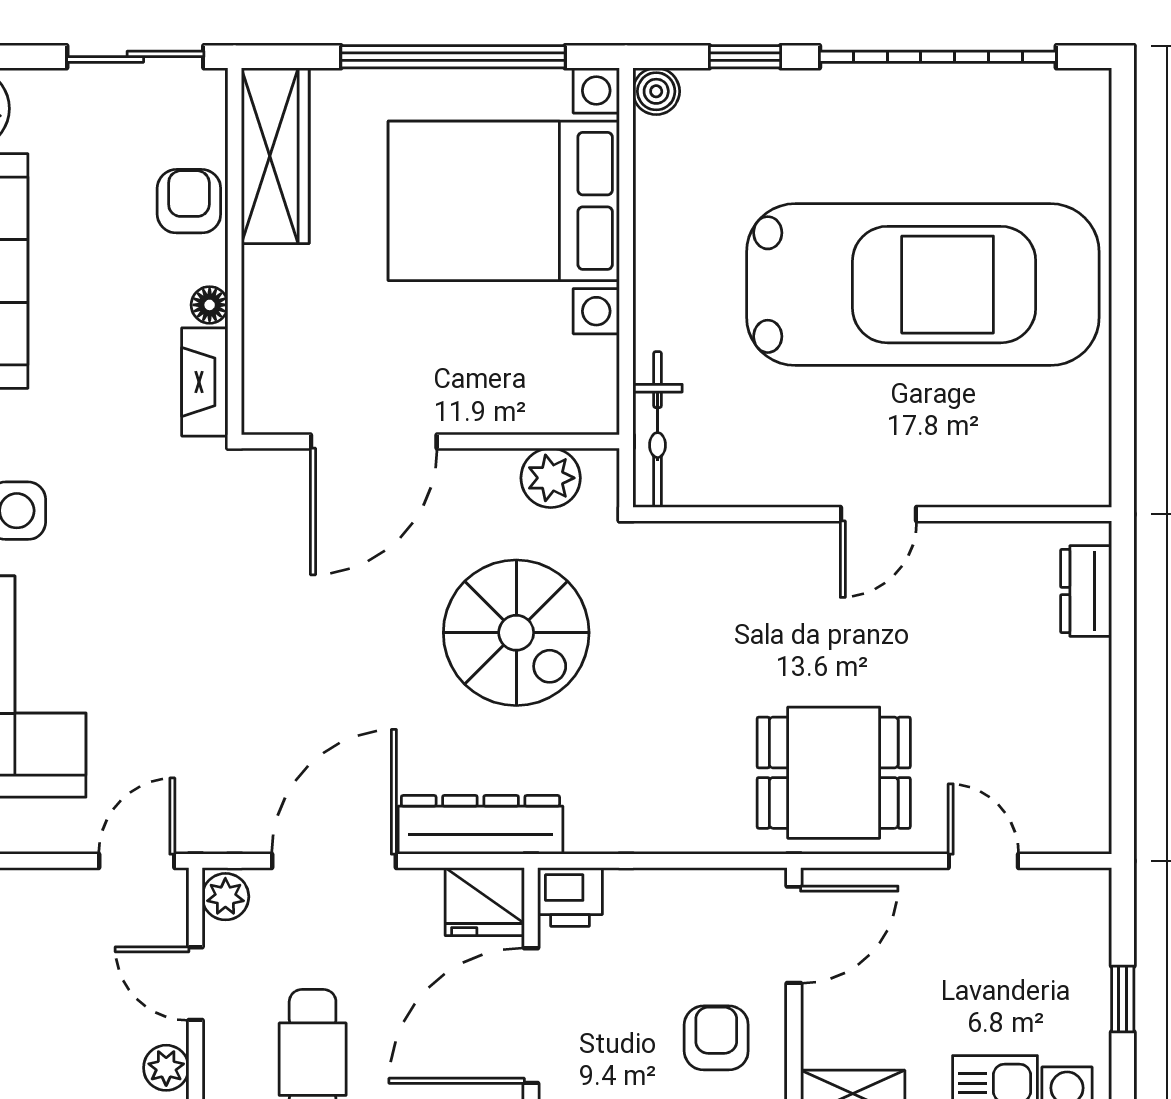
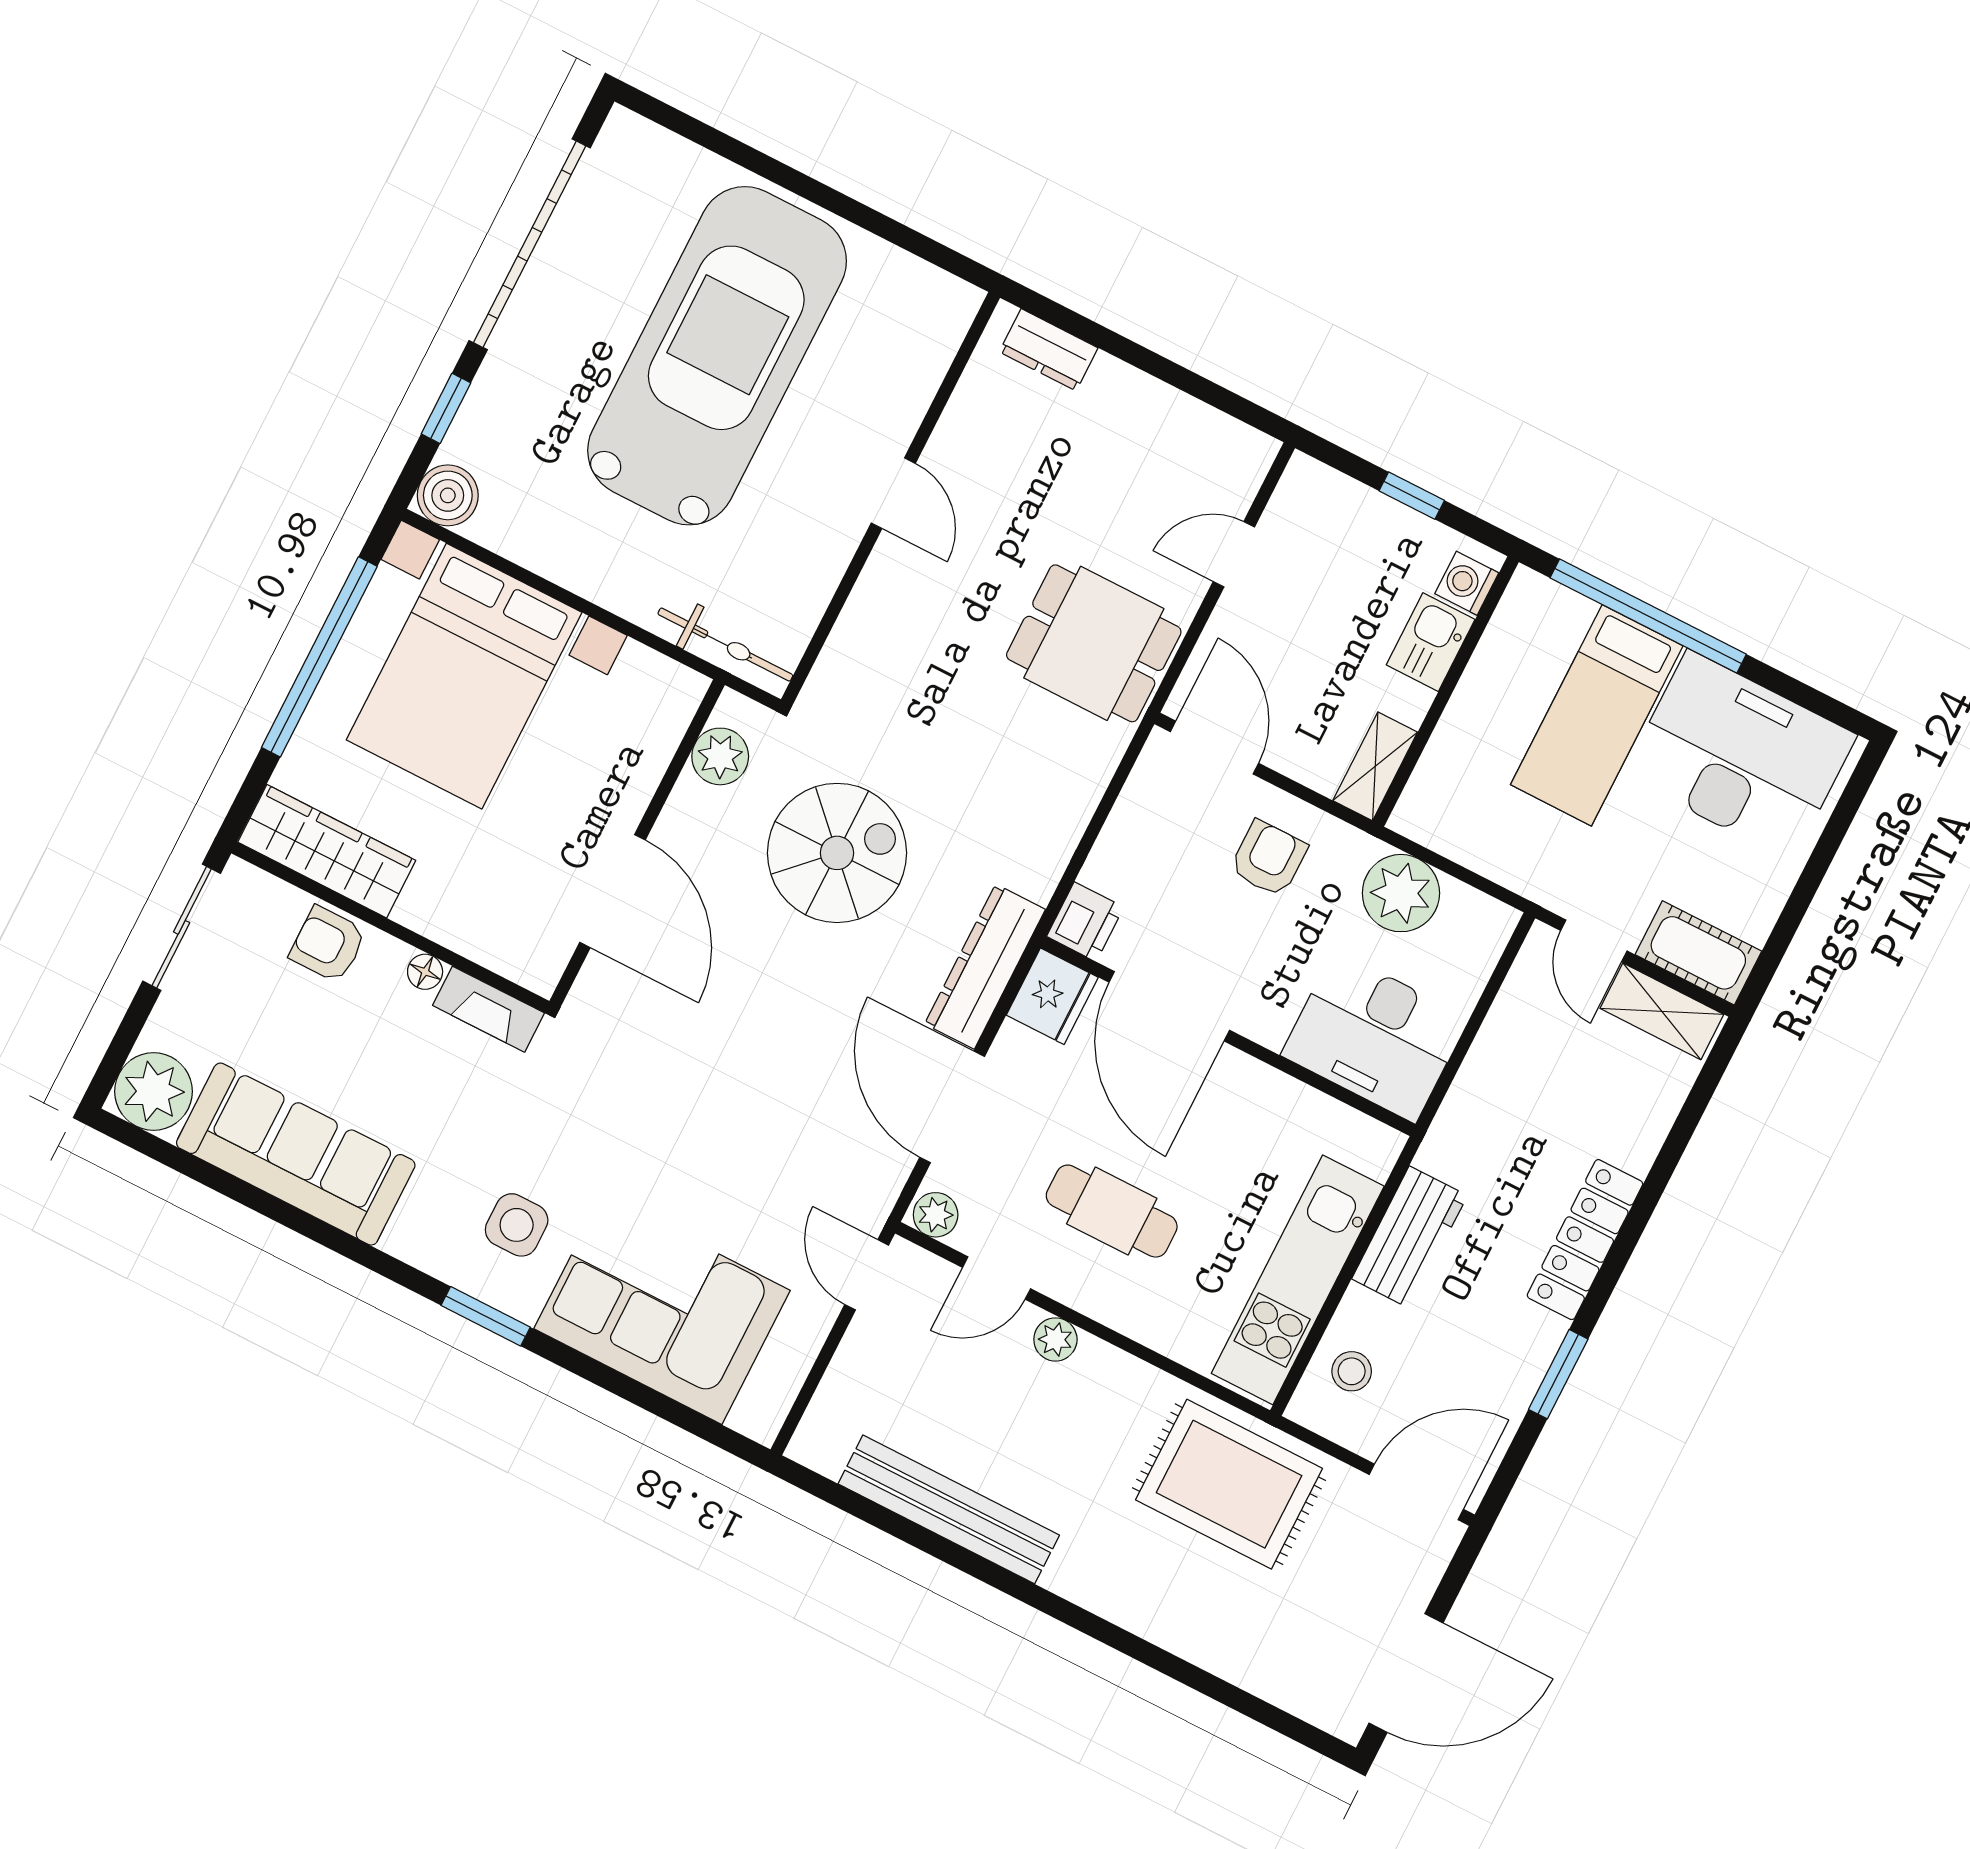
boiler: (656, 91) -> (448, 495), width x1.36, depth x1.36
dining table: (834, 773) -> (1094, 643), turned 90
armchair: (716, 1038) -> (1269, 858), turned 90

